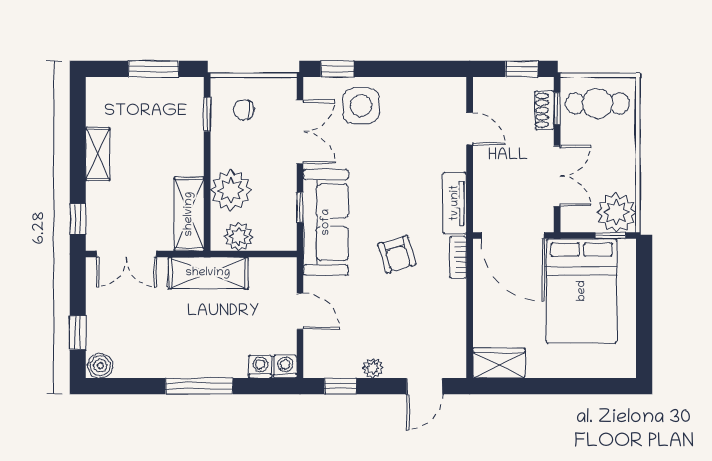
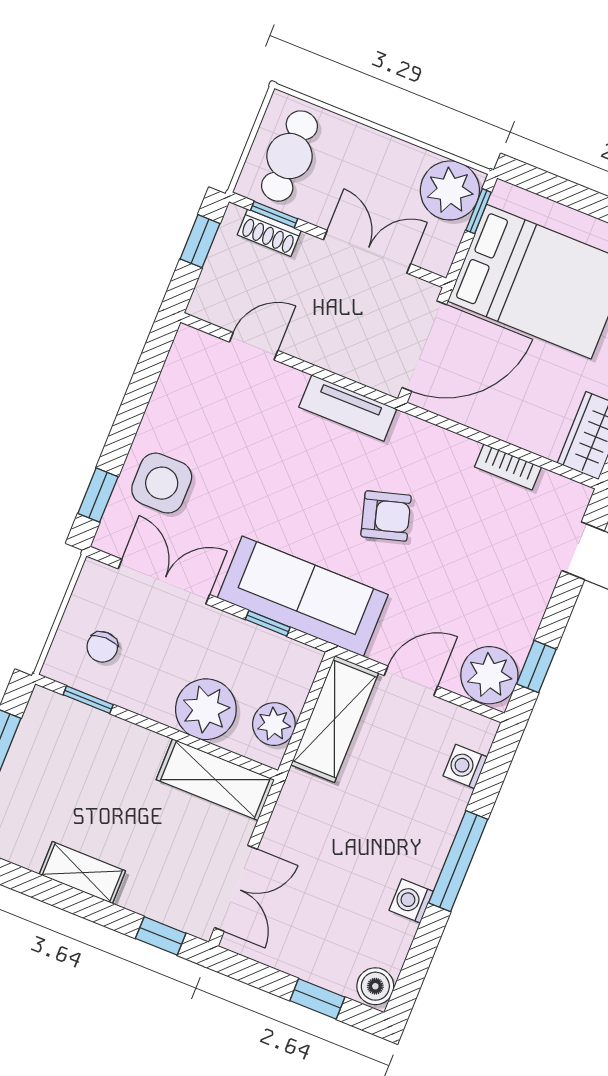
bookcase: (458, 257) -> (508, 467), moved
shelving: (208, 273) -> (335, 719), moved
washing machine: (285, 367) -> (411, 901), moved
plant: (373, 368) -> (489, 675), moved, width x1.88, depth x1.88

